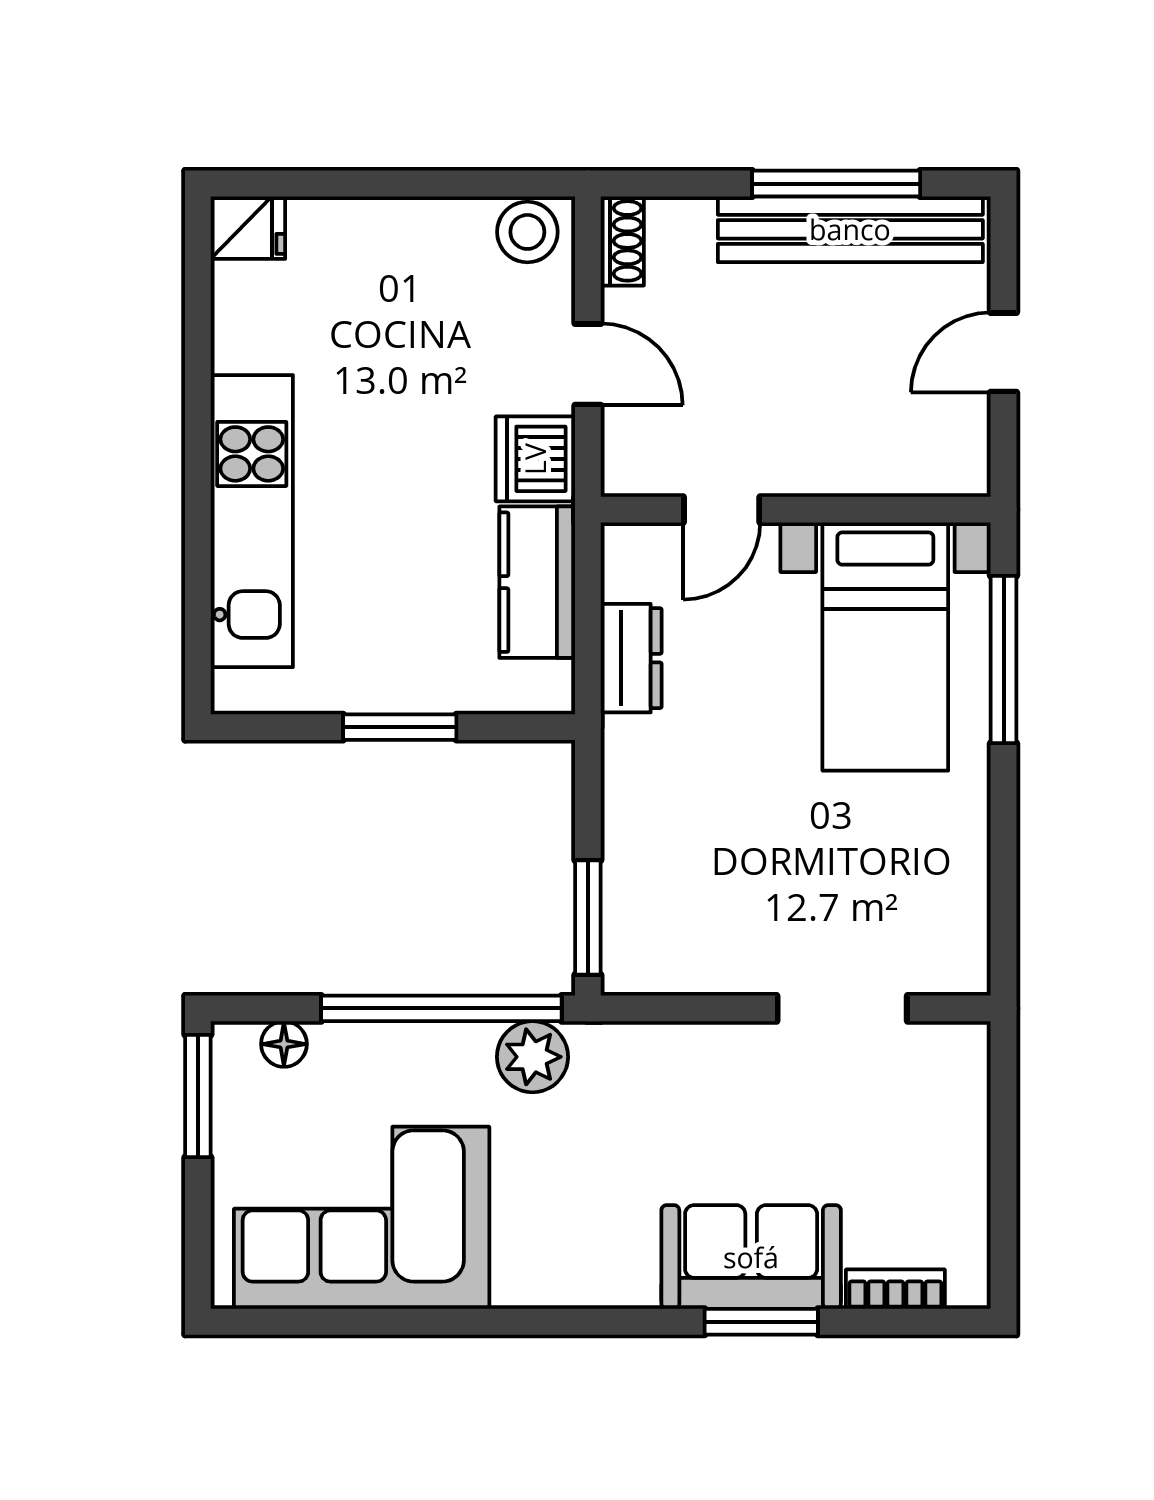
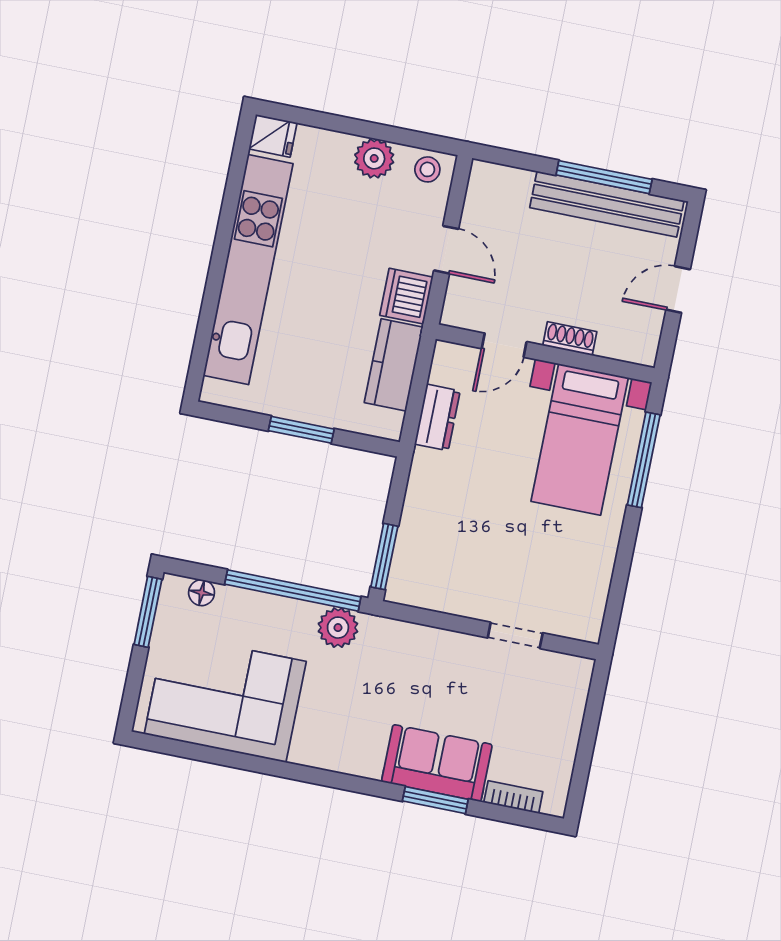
plant: (431, 231) -> (374, 158), added
stool: (527, 232) -> (427, 169), width x0.73, depth x0.73
shoe rack: (622, 241) -> (570, 339), moved, turned -90
kitchen unit: (252, 521) -> (248, 270), width x1.36
doorway: (842, 1008) -> (515, 635), width x0.73

